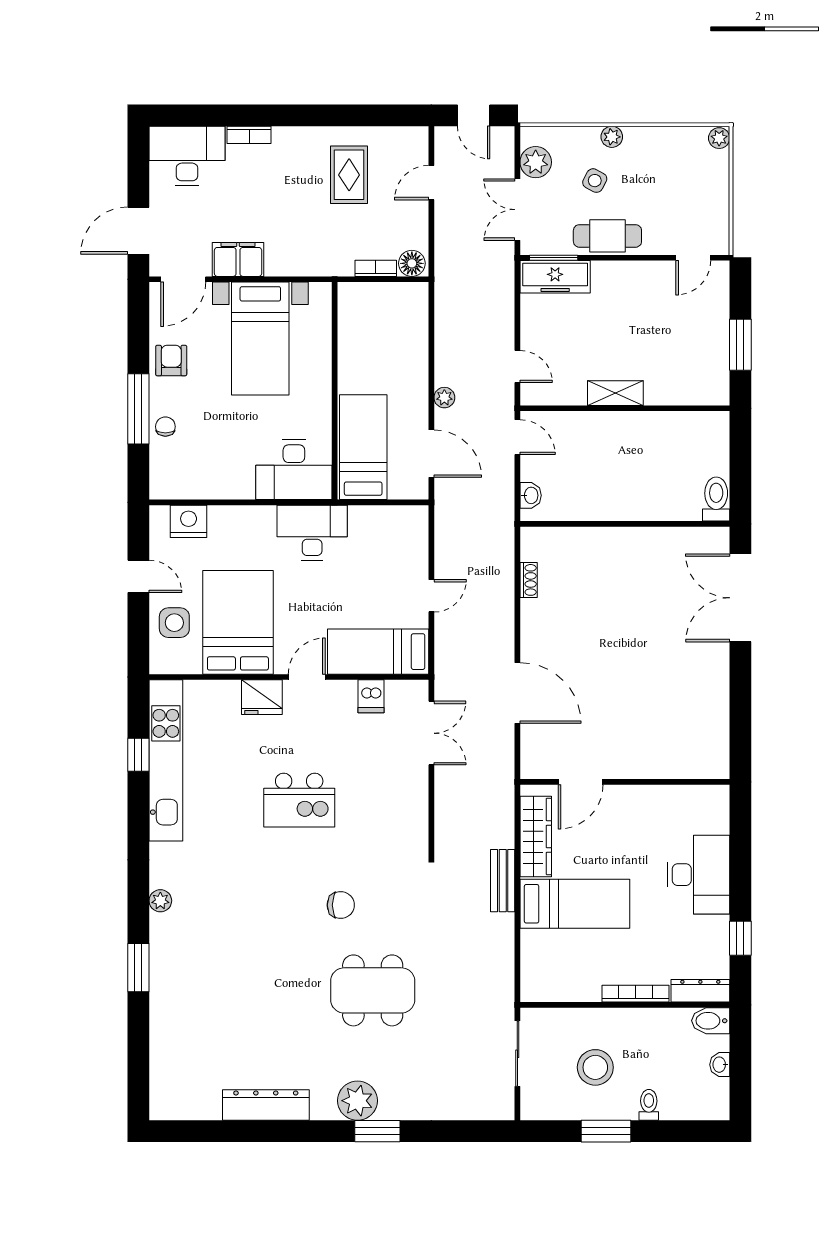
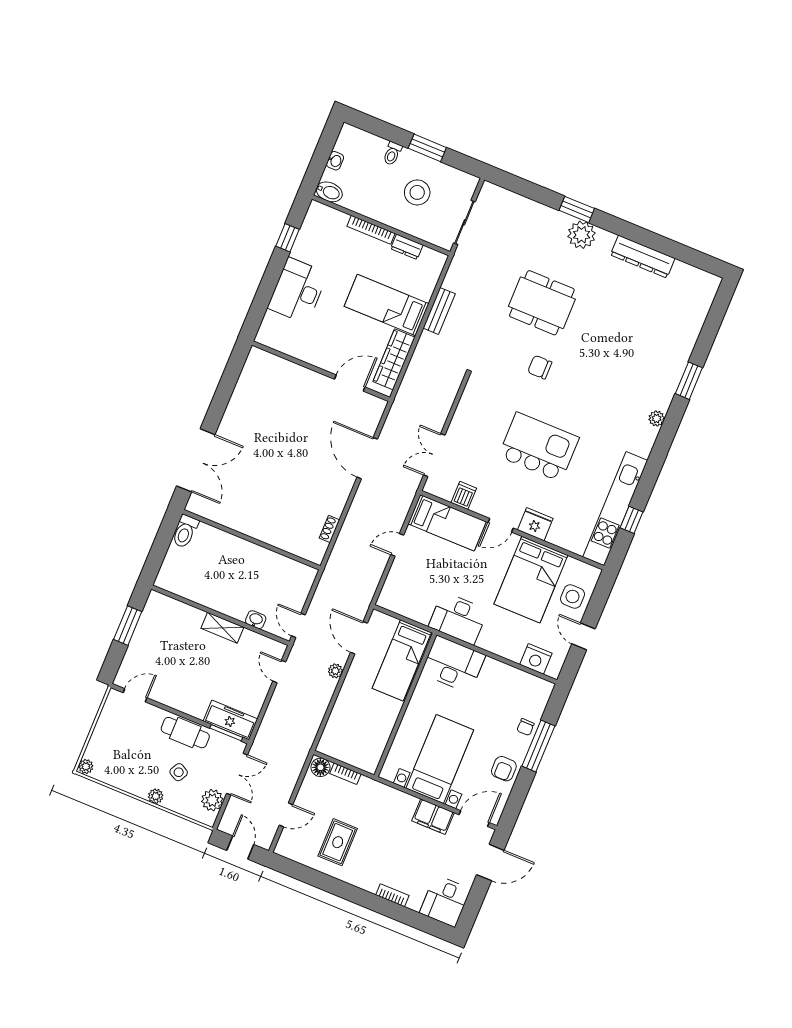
desk: (187, 156) -> (445, 901), width x0.73
washbasin: (531, 495) -> (256, 620), moved, turned 90
kitchen island: (299, 800) -> (539, 447), width x1.37, depth x1.28
bench: (503, 881) -> (439, 311), moved
dresser: (700, 991) -> (407, 247), moved, width x0.70

